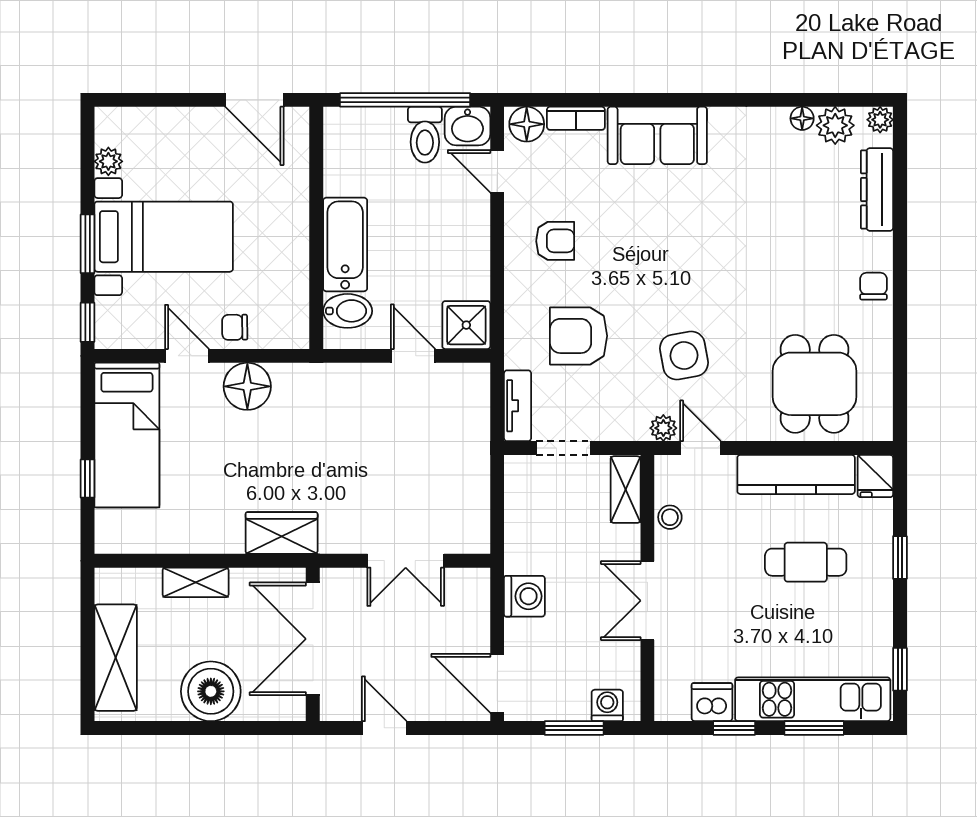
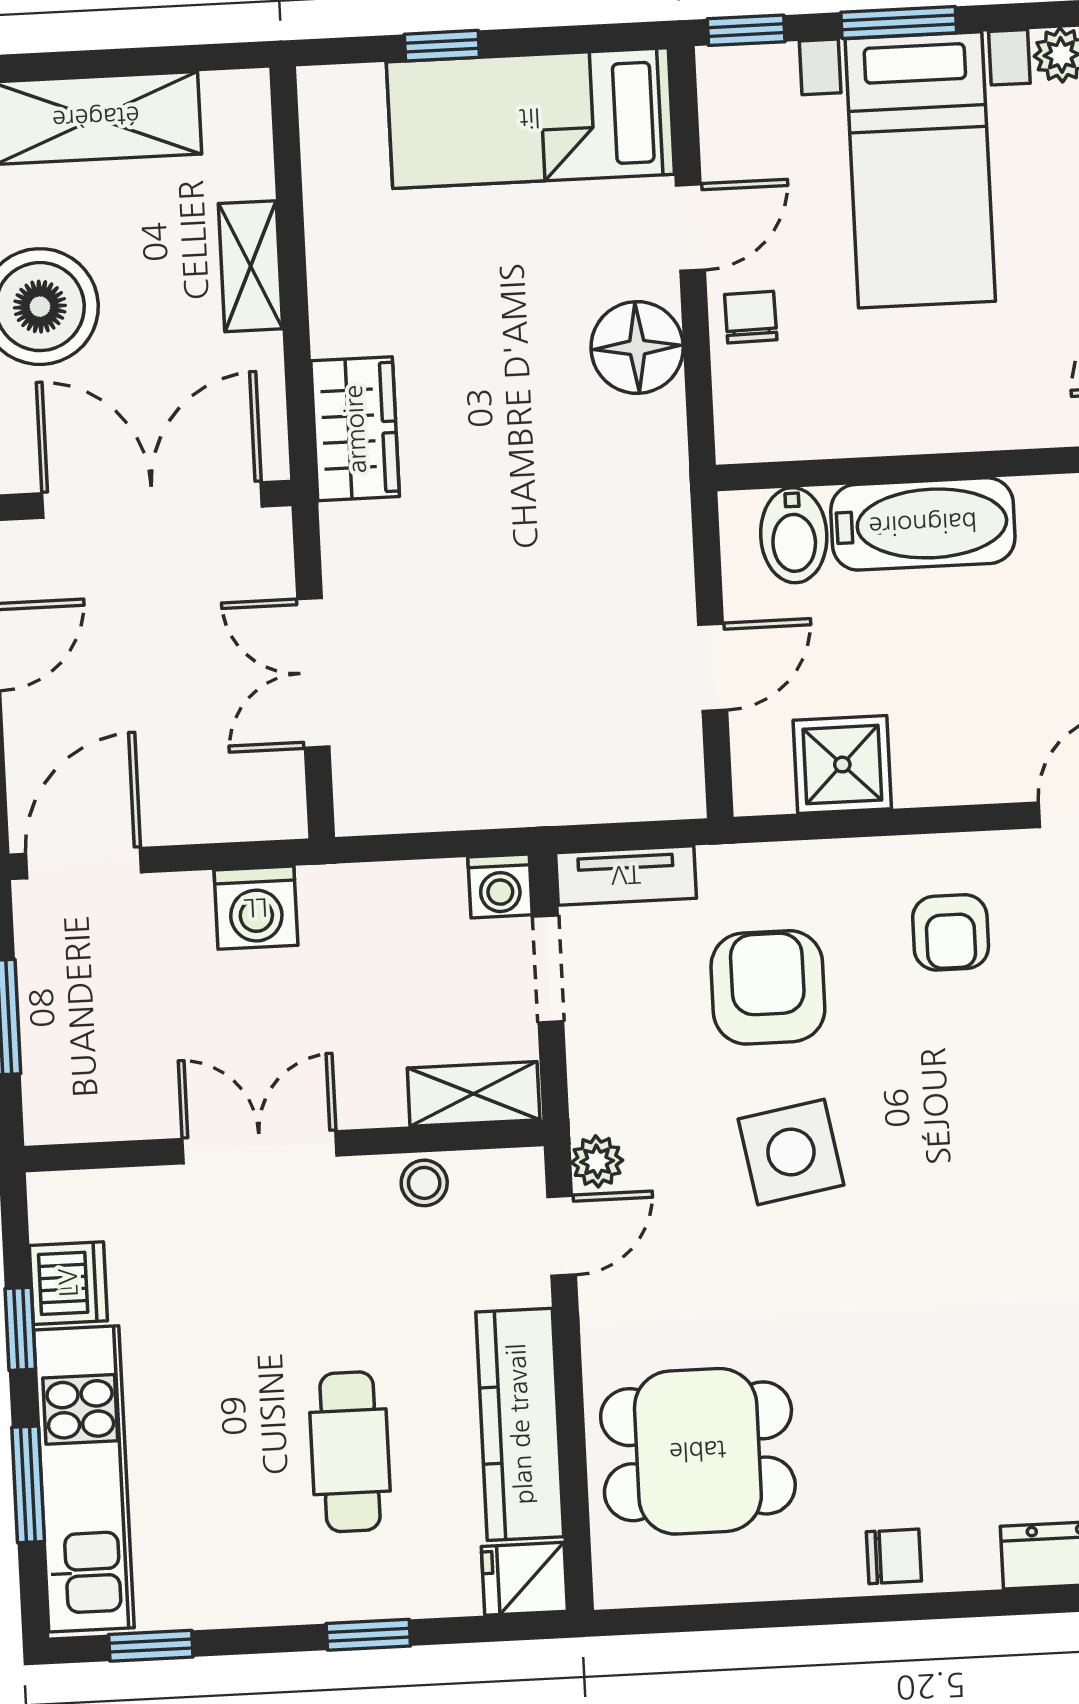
shower: (466, 325) -> (842, 765), moved
side table: (684, 355) -> (791, 1152), moved
washing machine: (607, 705) -> (500, 886), moved, turned 90

